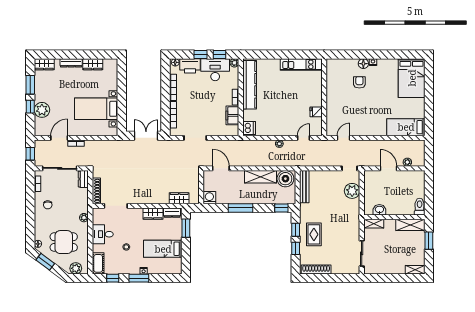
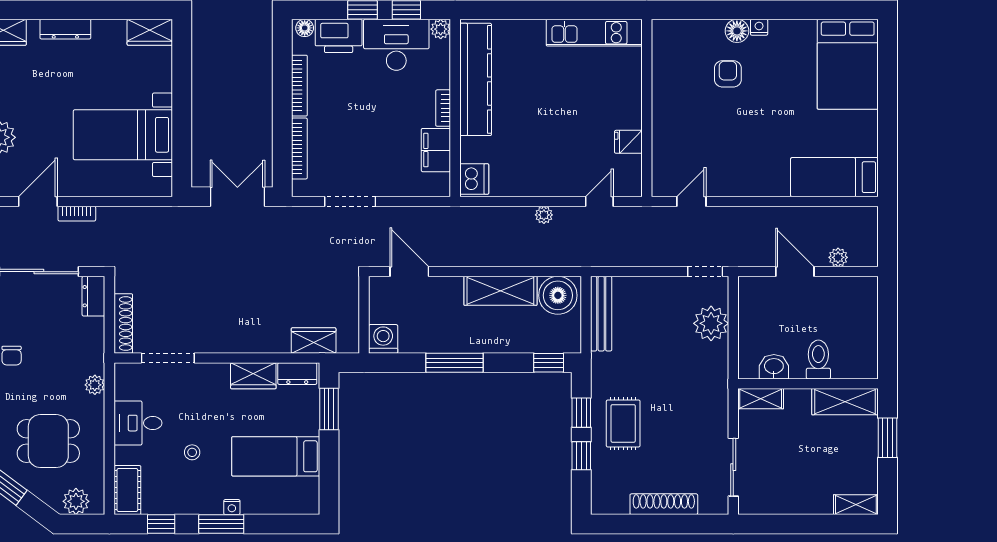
wardrobe: (93, 64) -> (150, 32), moved
toilet: (420, 207) -> (818, 359), moved
shoe rack: (316, 270) -> (664, 504), moved

